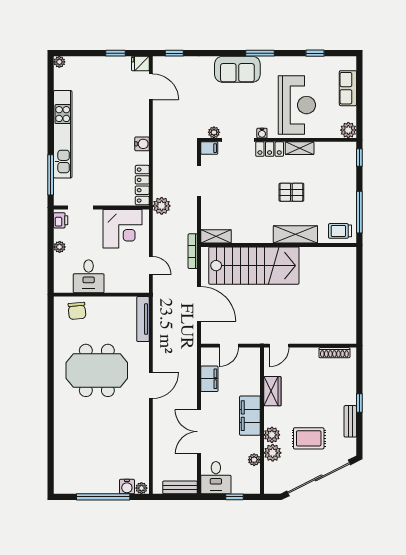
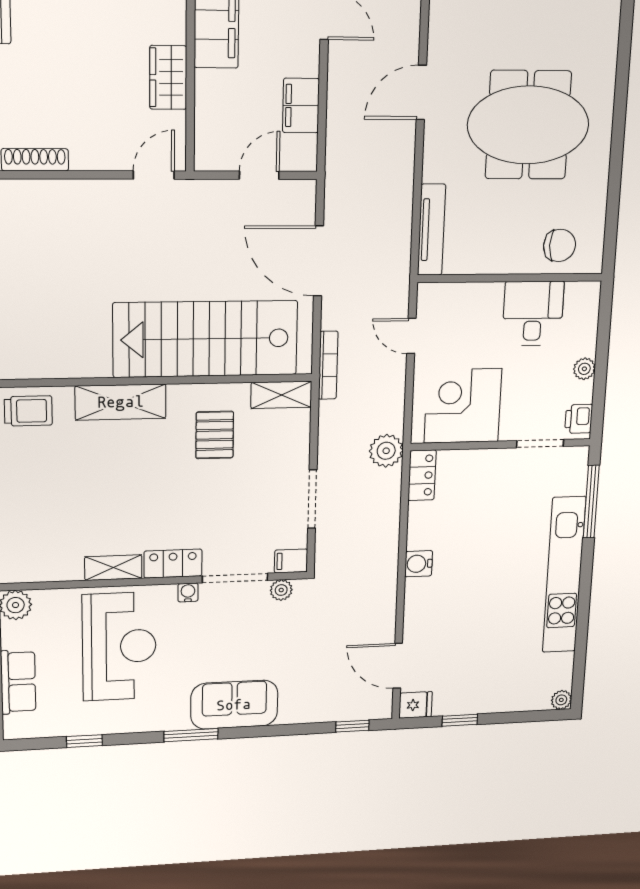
reception desk: (297, 105) -> (119, 647), turned 180
locker: (142, 185) -> (422, 475), width x0.66
pallet: (291, 192) -> (215, 435), moved, turned 90
chair: (77, 311) -> (560, 245), turned 95

